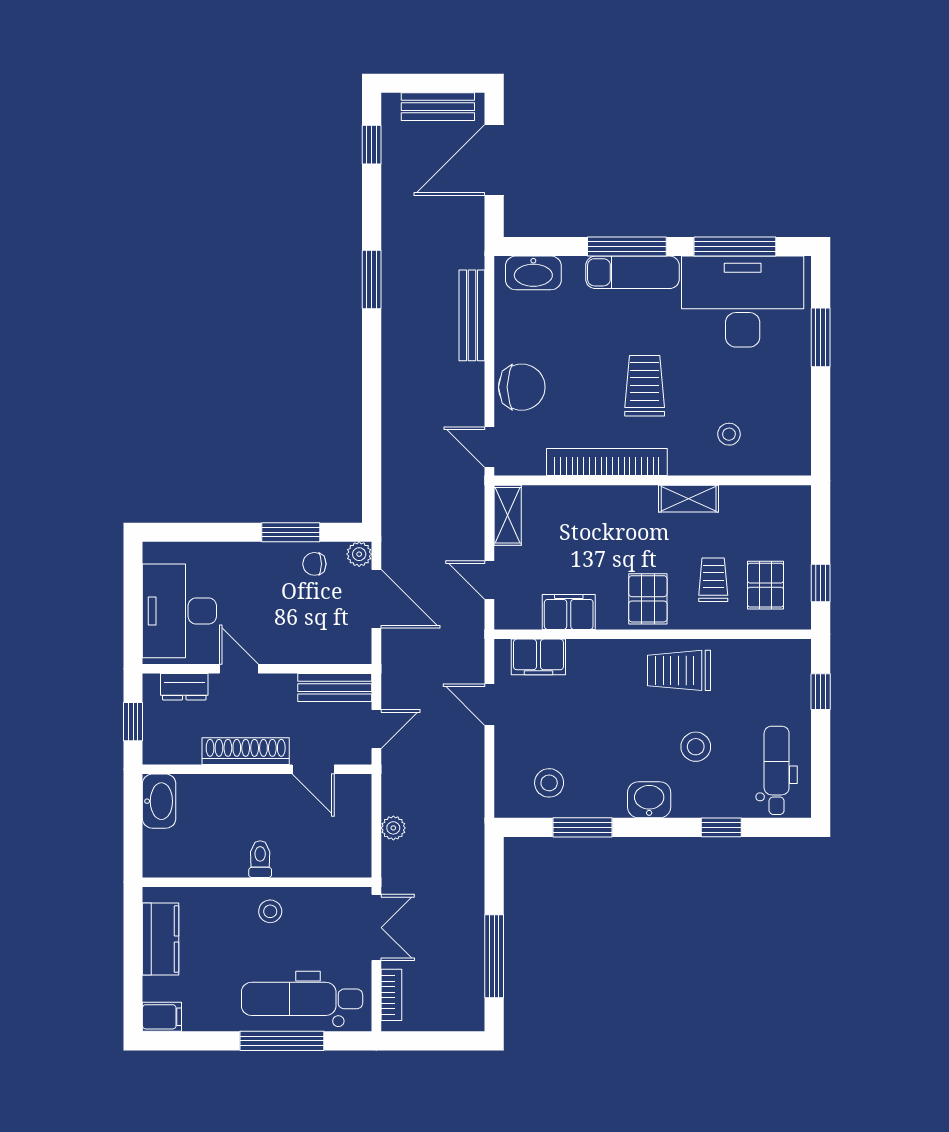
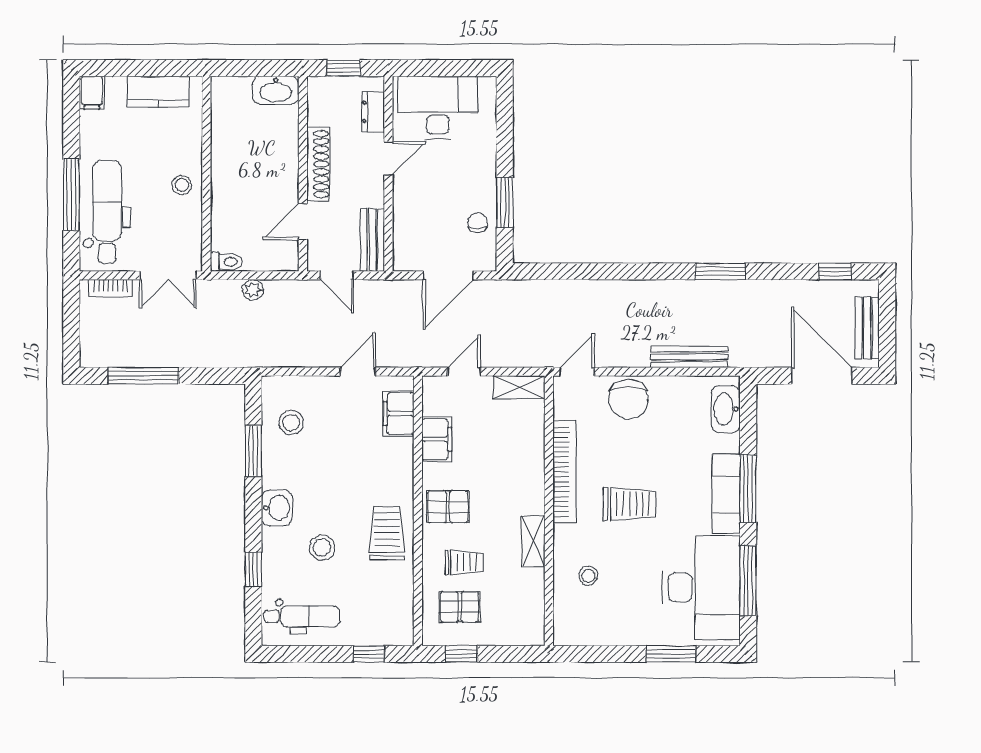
plant: (359, 554) -> (486, 261), removed
toilet: (260, 859) -> (226, 262), moved

